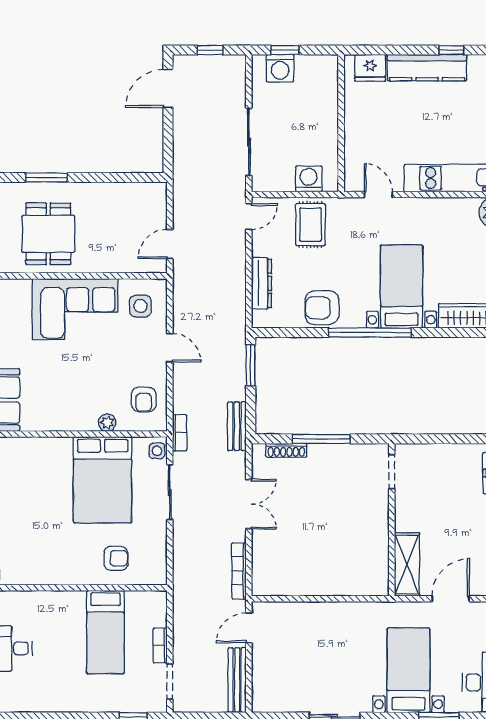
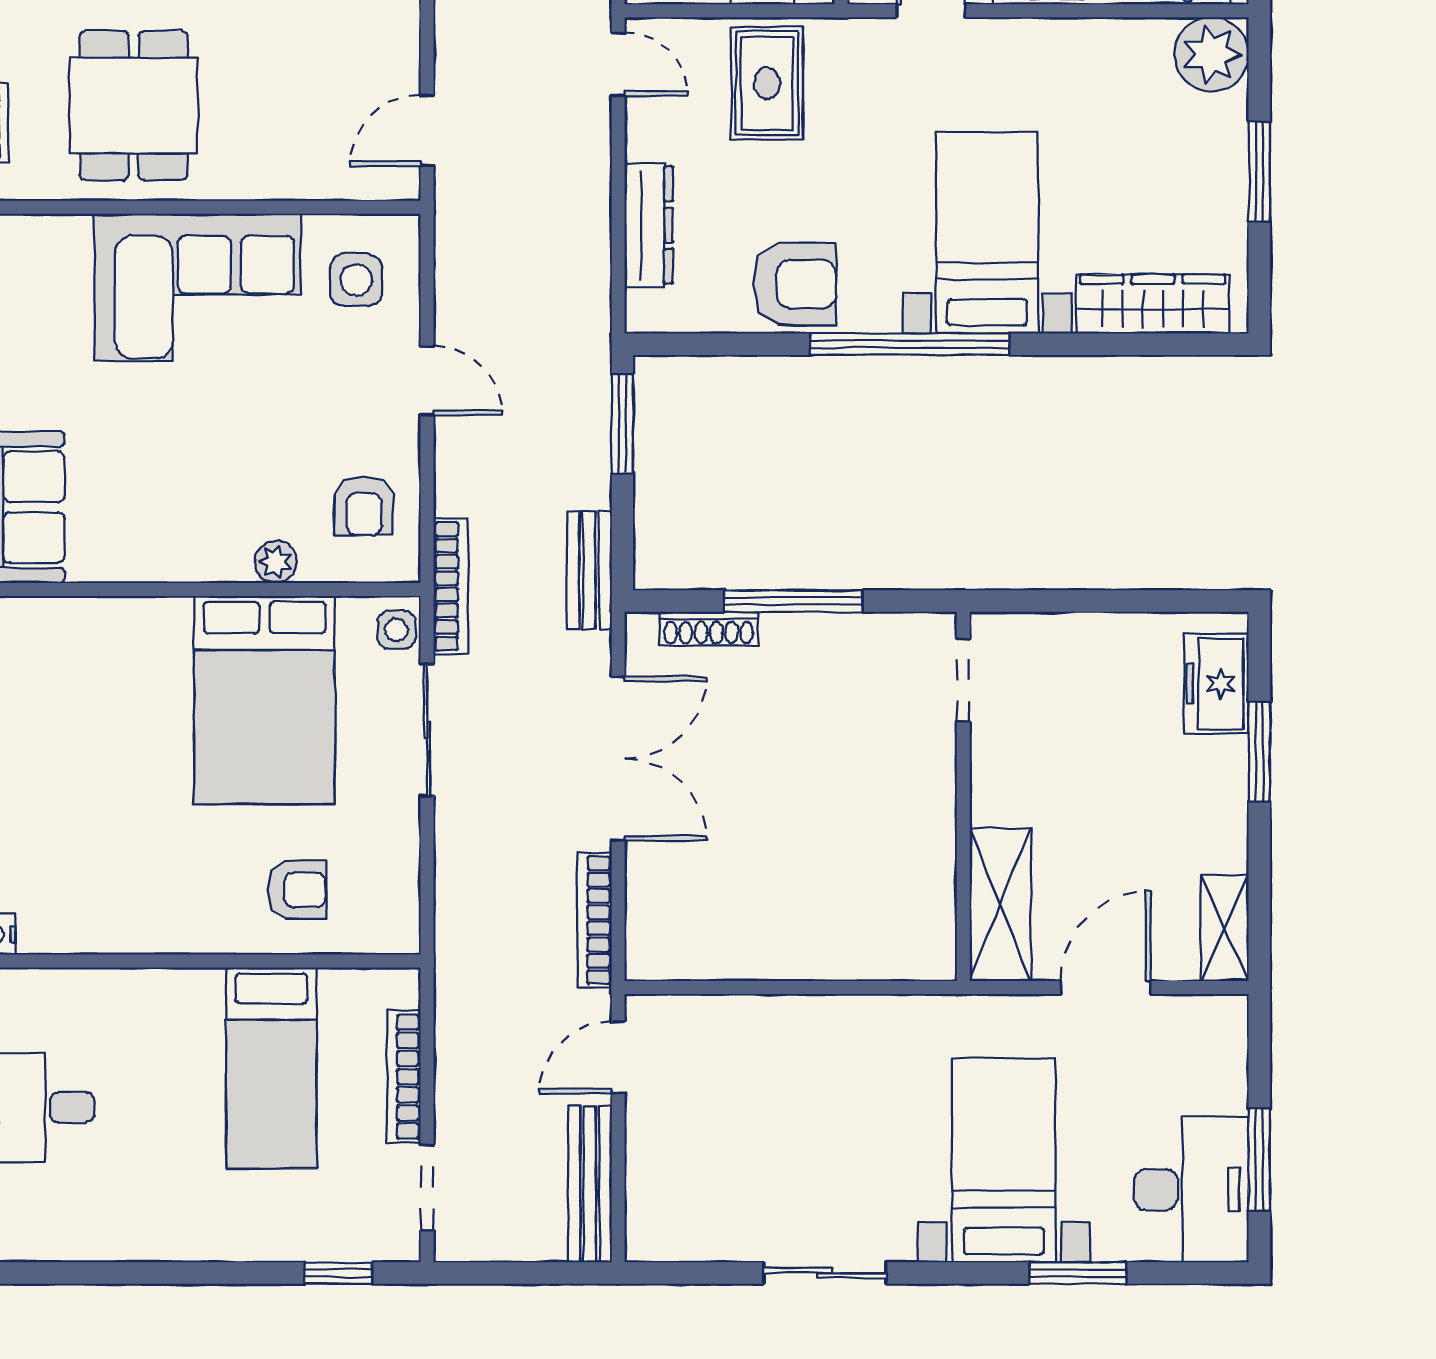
door: (249, 217) -> (618, 64), hinge flipped
armchair: (322, 308) -> (795, 284), turned 180
bookcase: (180, 433) -> (451, 586), width x1.56
double door: (249, 504) -> (618, 759), width x1.37
bookcase: (160, 645) -> (404, 1077), width x1.56

